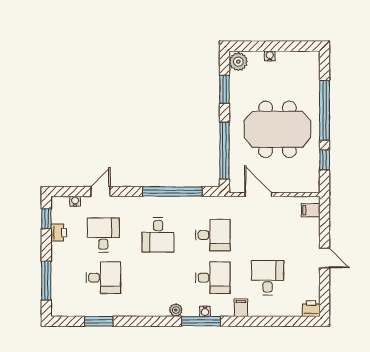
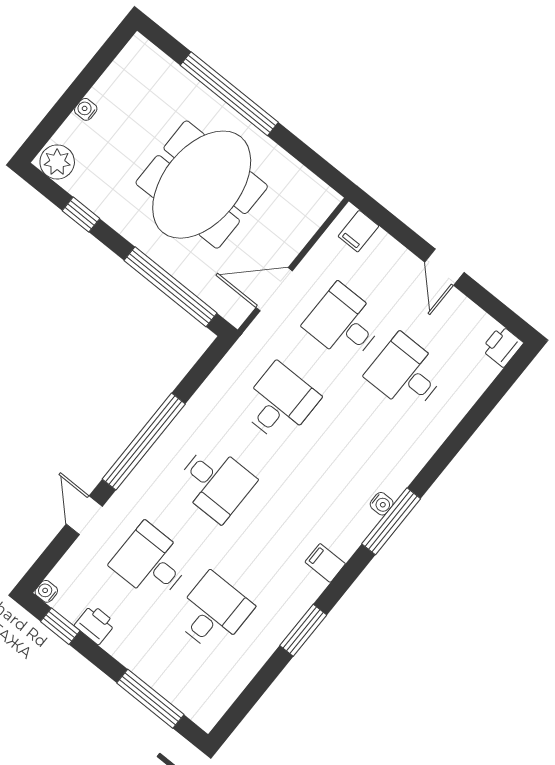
window: (224, 89) -> (81, 215), width x0.67
window: (325, 160) -> (301, 152), removed
window: (172, 191) -> (144, 442), moved
water cooler: (75, 201) -> (46, 591), moved
door: (325, 258) -> (444, 267), swing flipped
desk: (213, 278) -> (344, 323), moved, turned -90
filing cabinet: (241, 308) -> (325, 563), moved
plant: (176, 310) -> (345, 545), removed
window: (99, 321) -> (303, 630), moved

